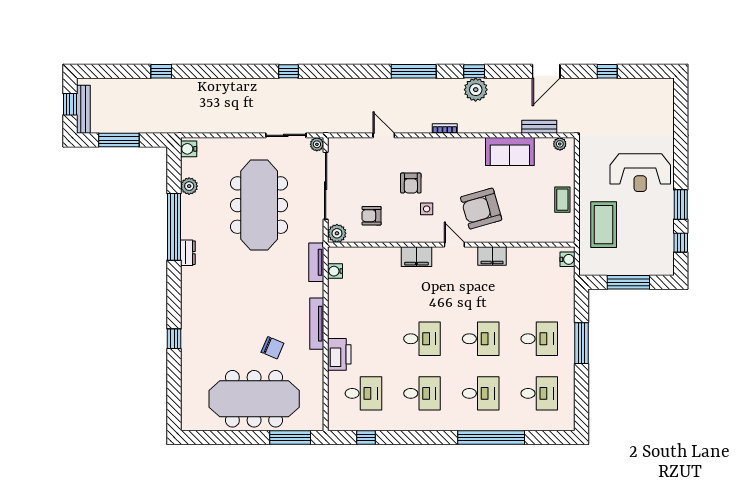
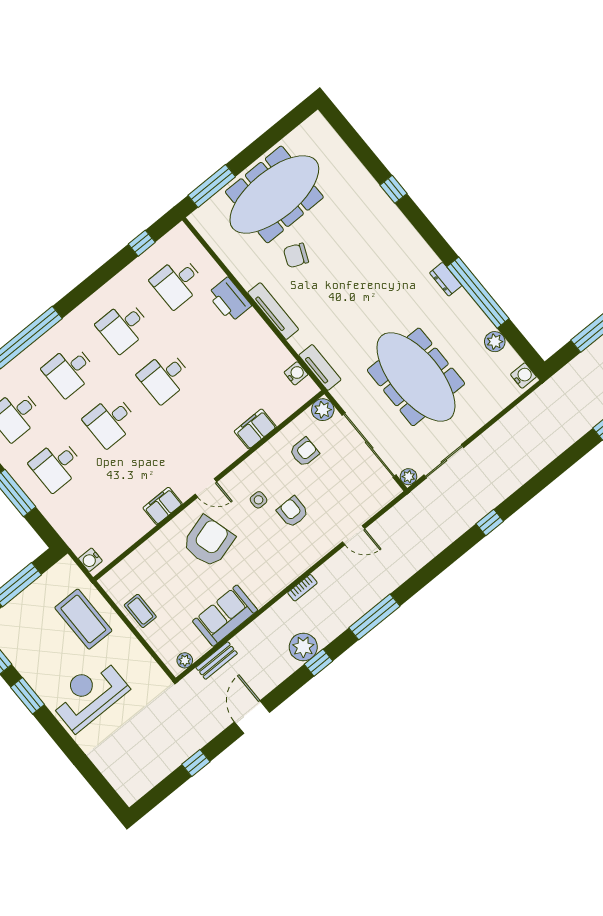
filing cabinet: (416, 257) -> (255, 429), moved

